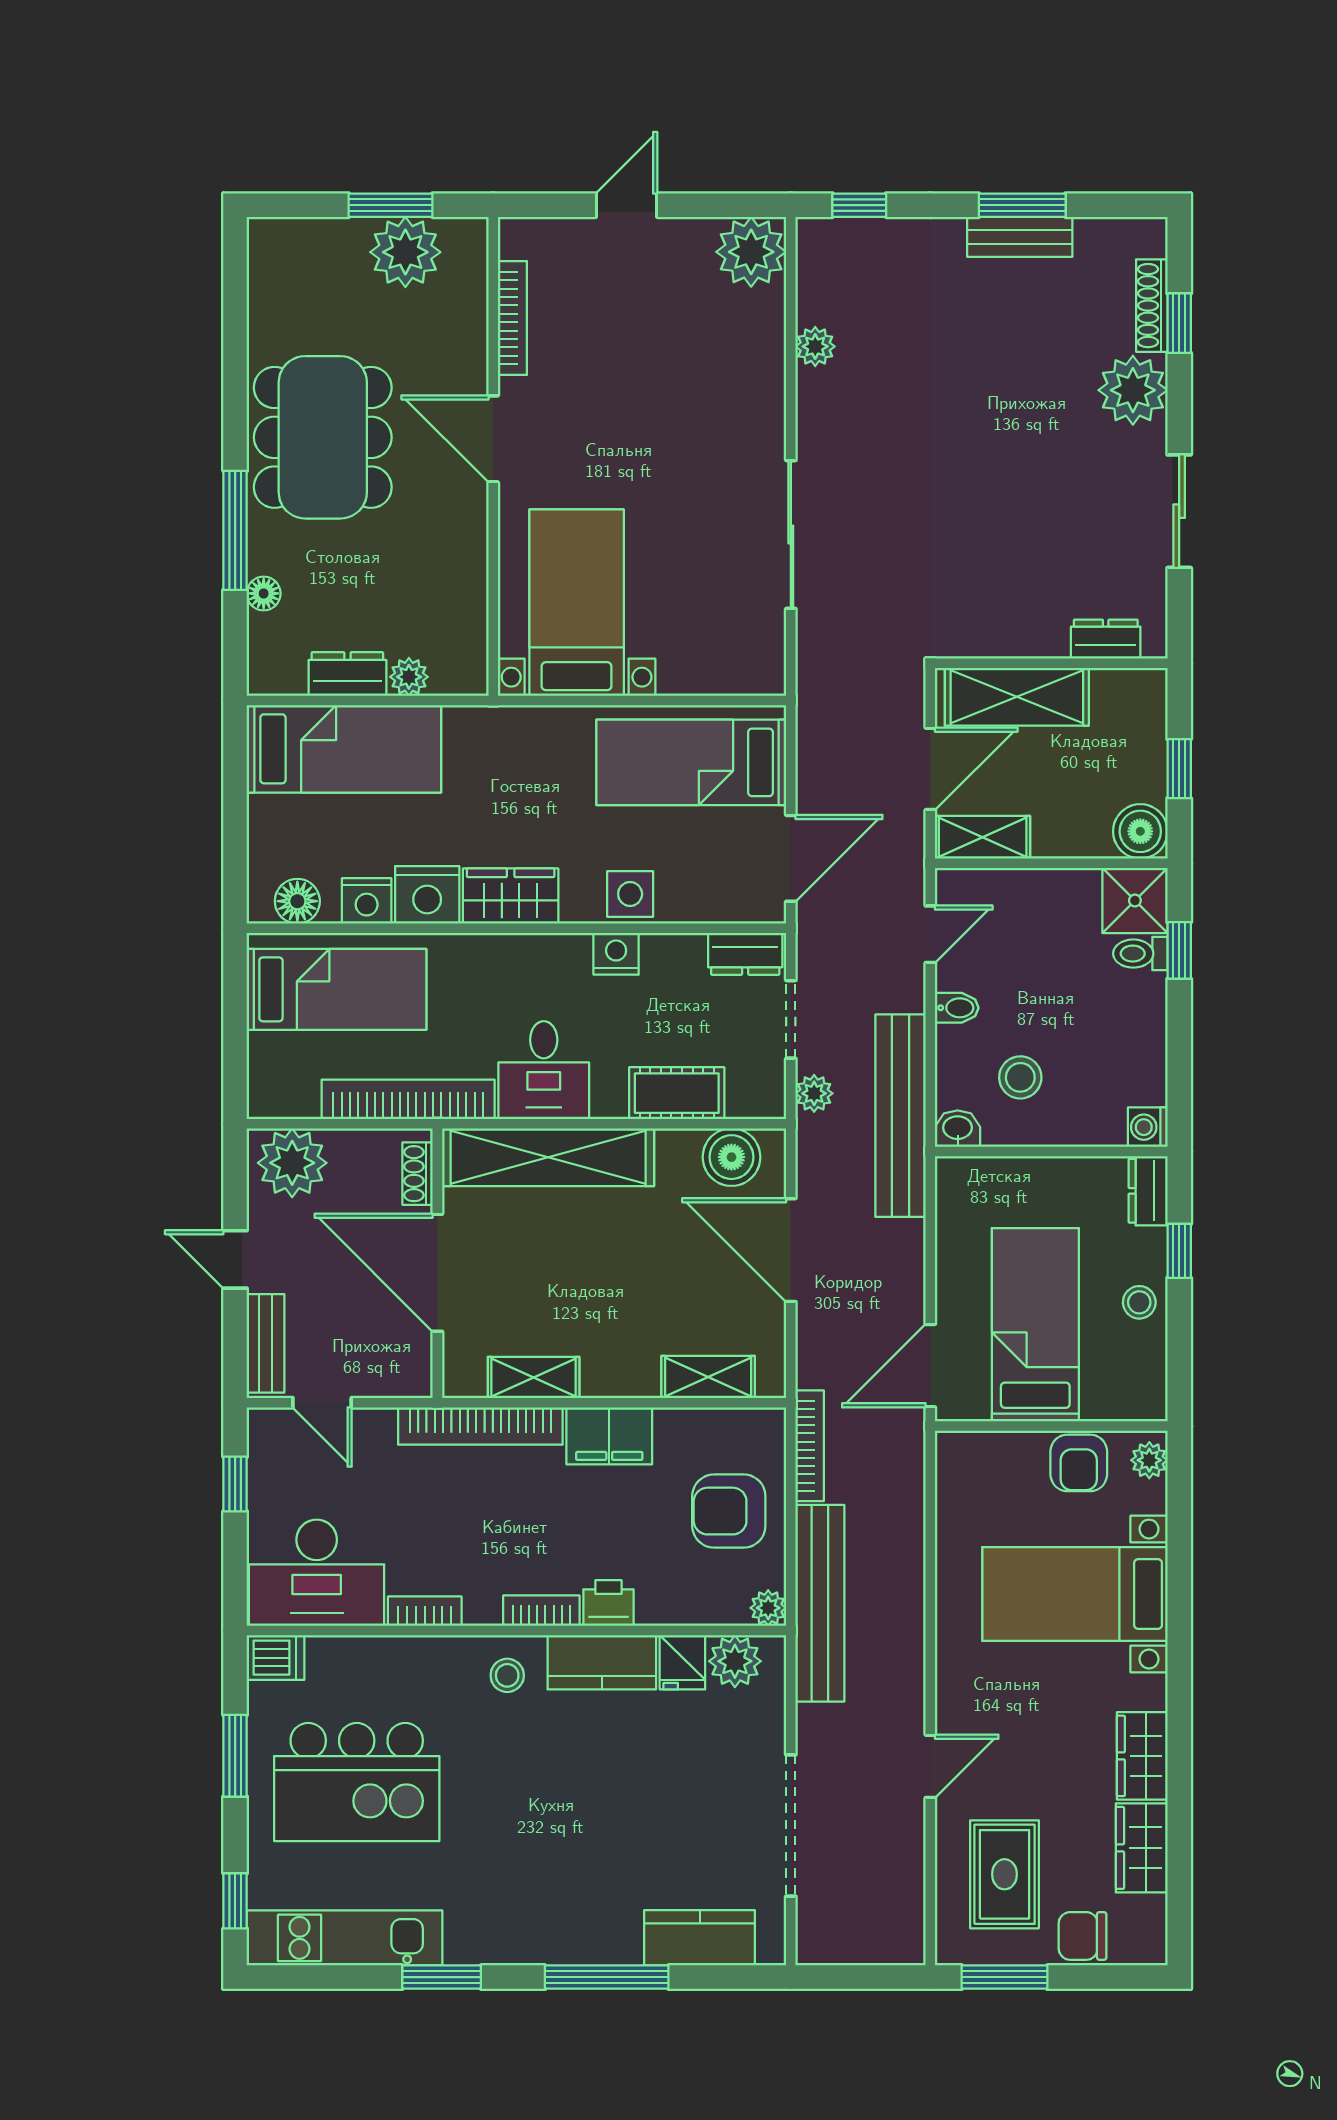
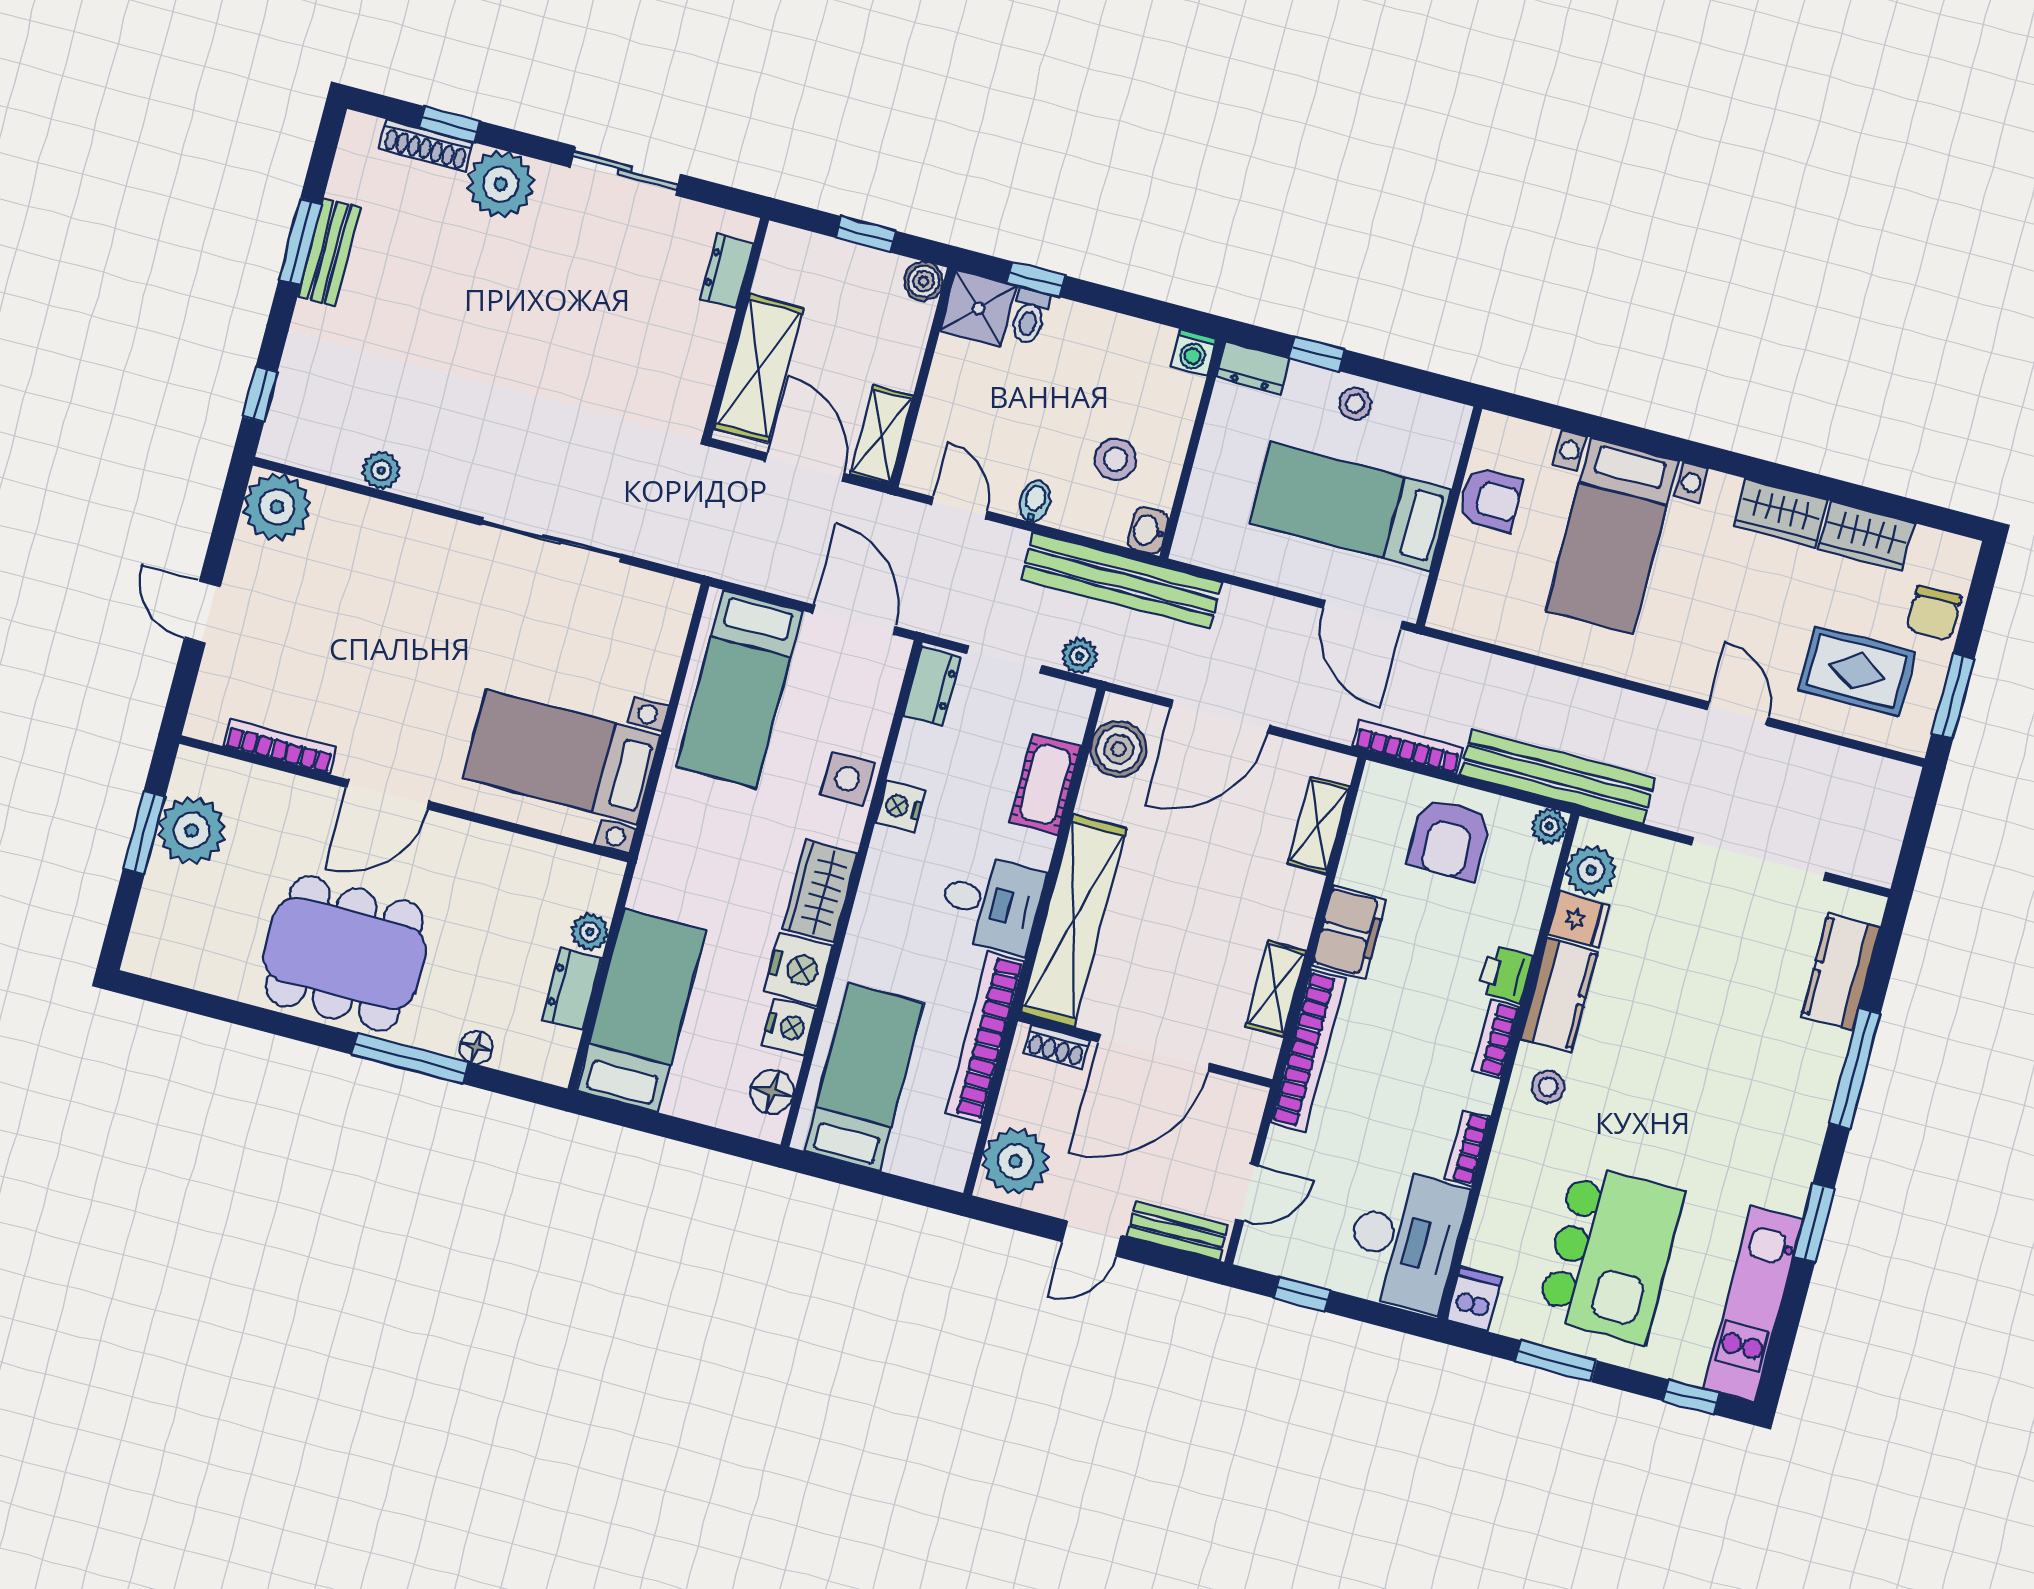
boiler: (1140, 831) -> (924, 281), width x0.73, depth x0.73
plant: (1149, 1460) -> (1505, 433), removed

